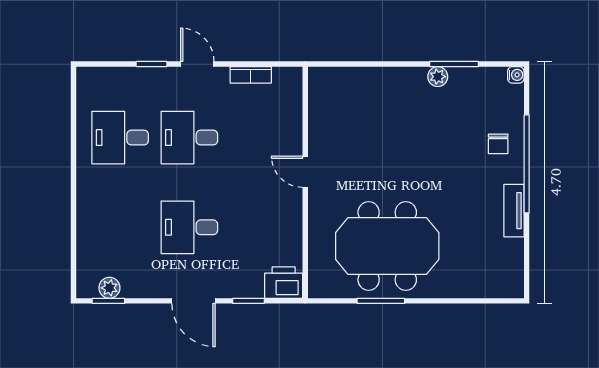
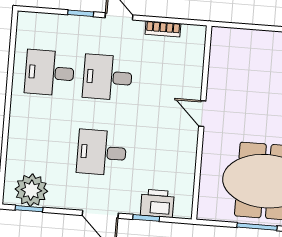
printer: (284, 283) -> (157, 203), moved
plant: (109, 288) -> (31, 190), width x1.88, depth x1.88

